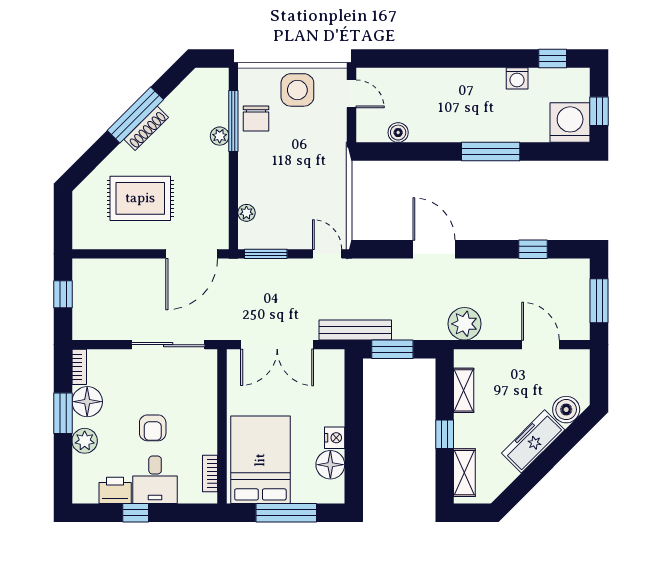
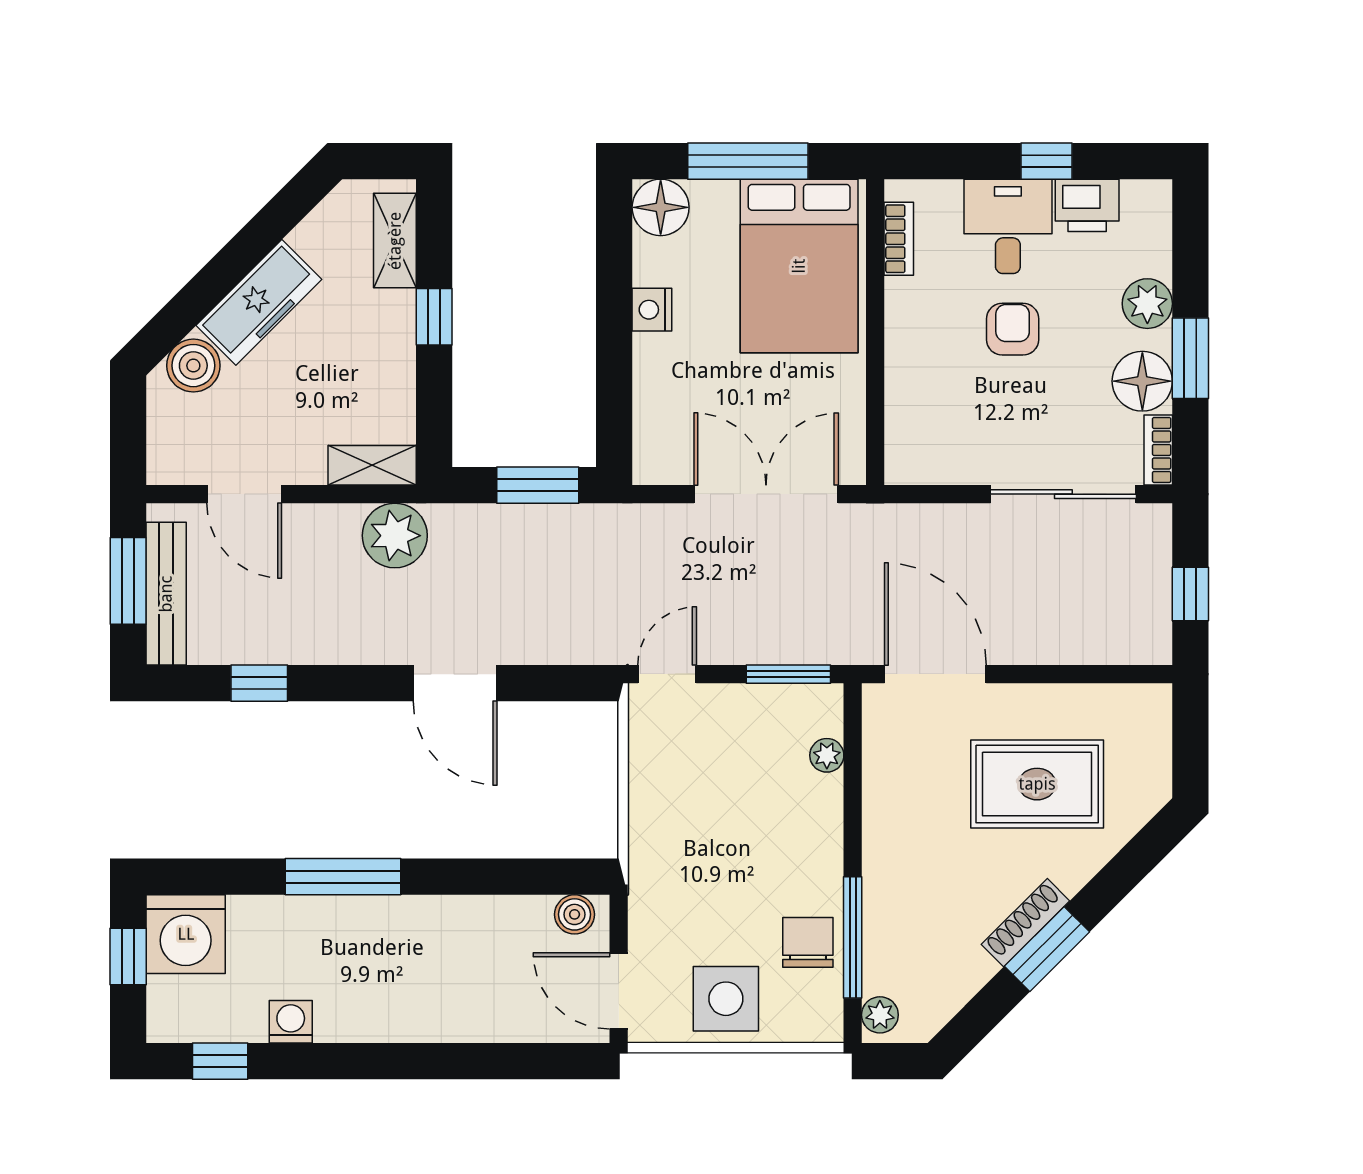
door: (351, 94) -> (619, 991), width x1.38
window: (135, 115) -> (1047, 949), width x0.69
boiler: (398, 133) -> (575, 914), moved
plant: (220, 136) -> (880, 1015), moved
door: (192, 254) -> (935, 674), hinge flipped
door: (327, 254) -> (667, 674), swing flipped
bench: (355, 330) -> (166, 594), moved, turned 90
sliding door: (168, 345) -> (1063, 494), moved
shelving: (464, 390) -> (372, 465), moved, turned 90
floor lamp: (330, 465) -> (661, 207), moved

